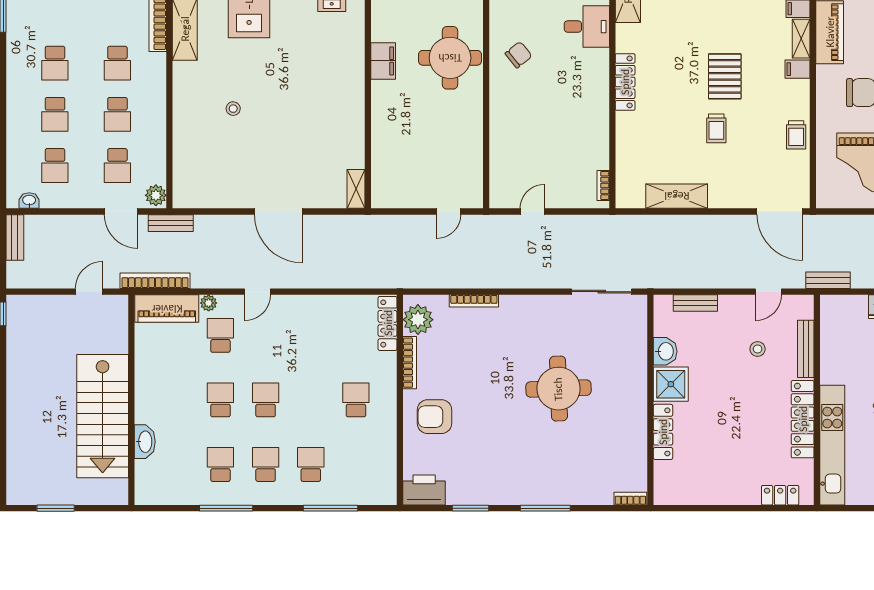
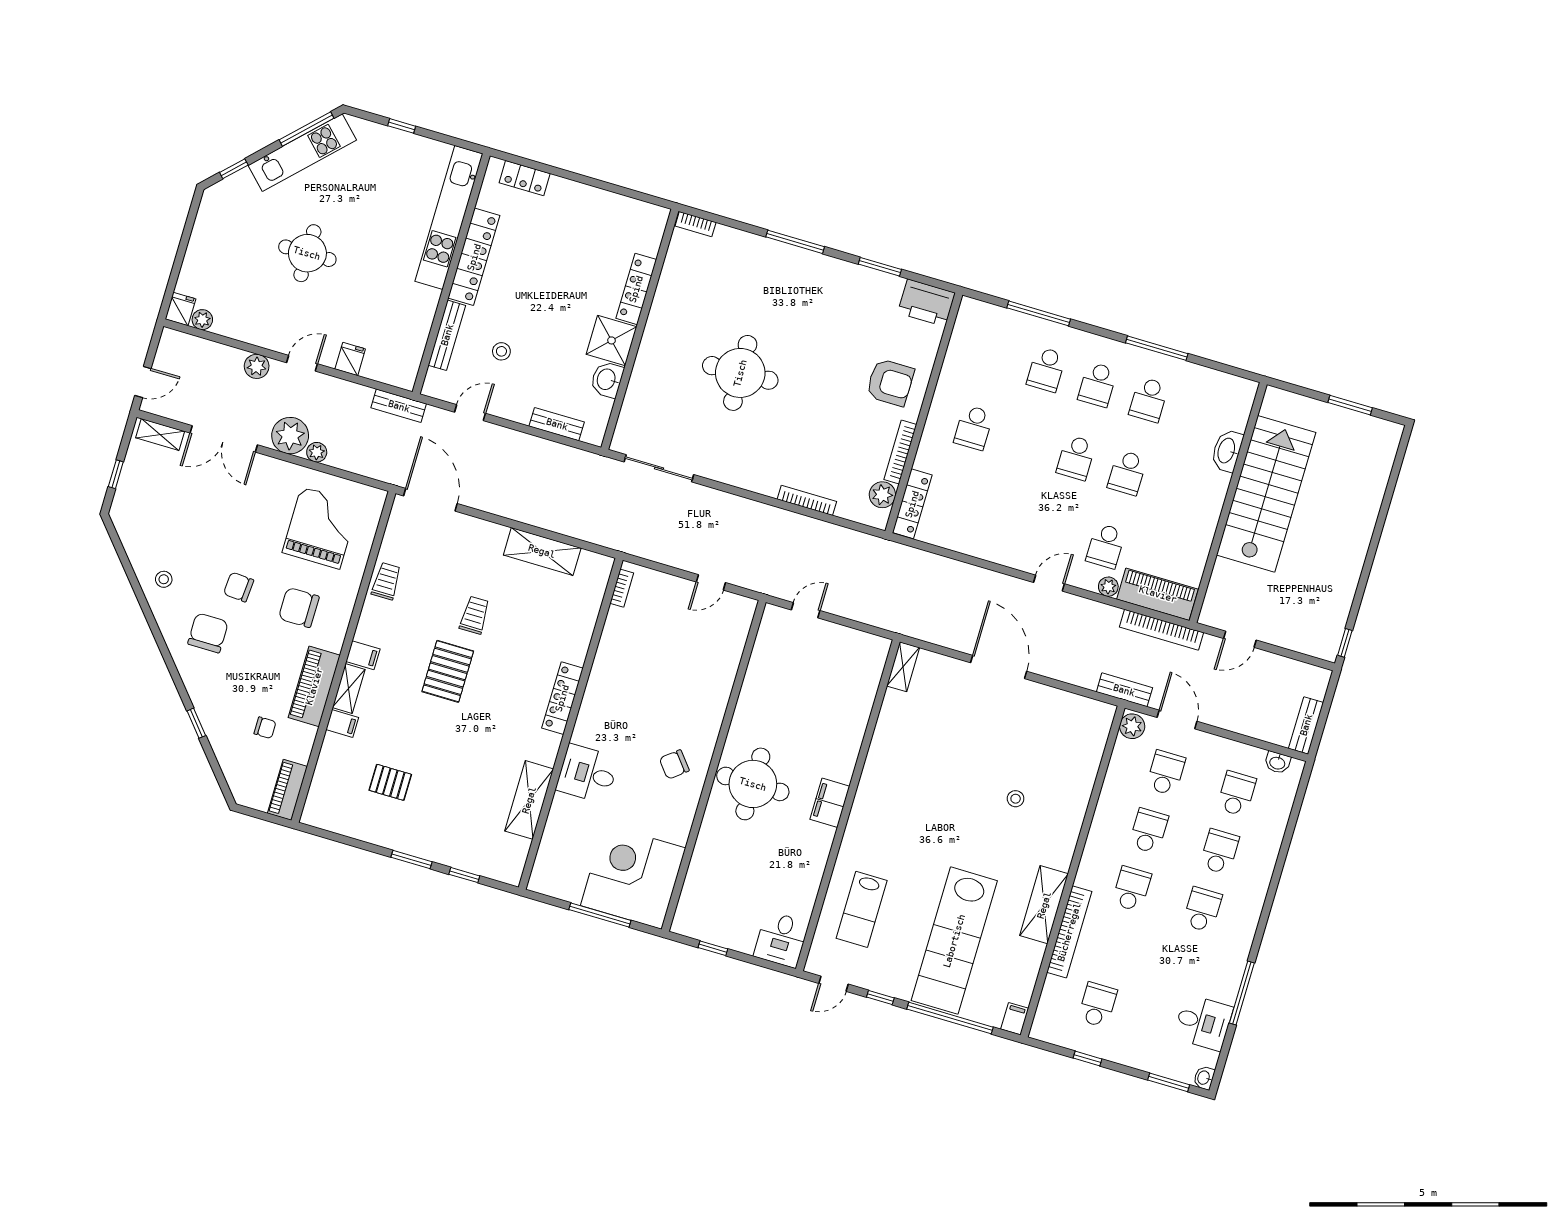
plant: (418, 320) -> (882, 495), width x0.73, depth x0.73

